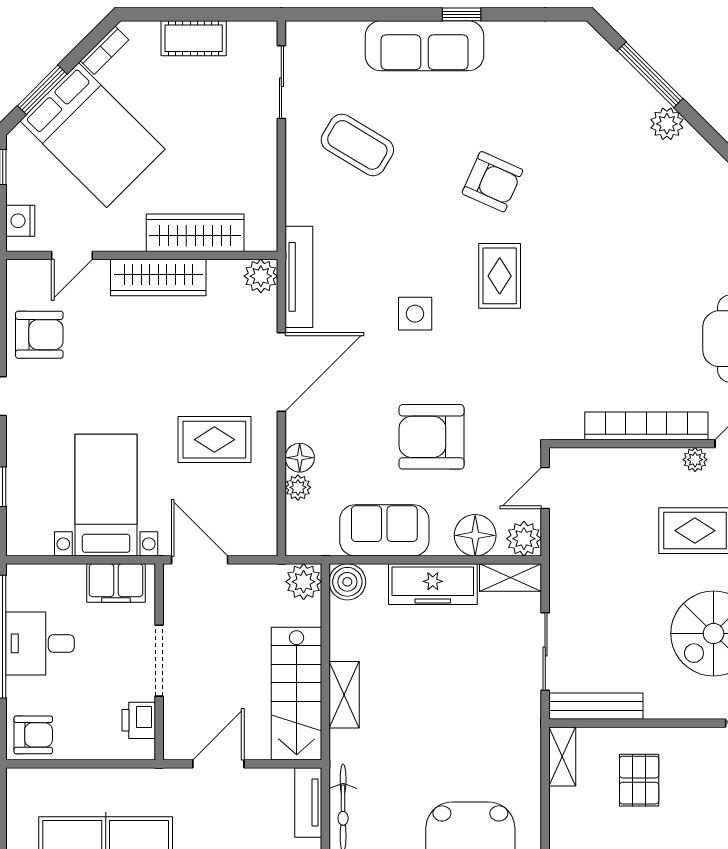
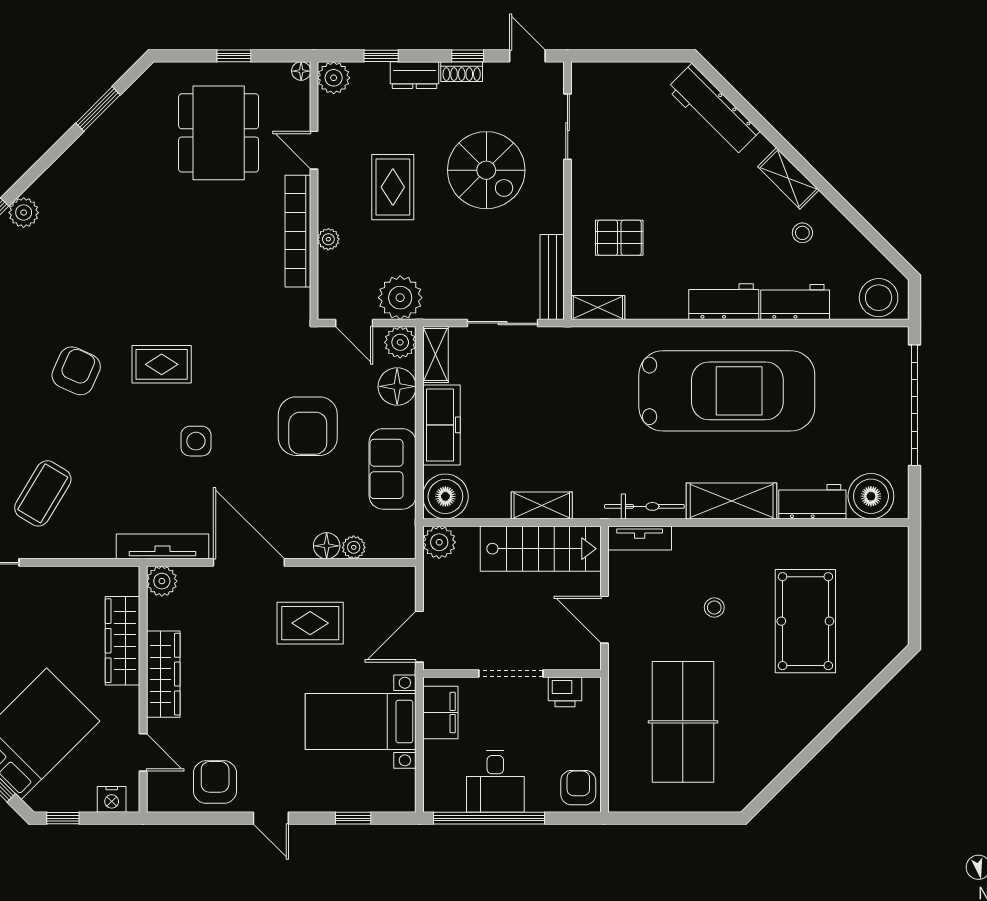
rug: (214, 440) -> (310, 623), turned 90
plant: (695, 460) -> (328, 239), moved
plant: (573, 539) -> (400, 298), added
boiler: (347, 582) -> (445, 496), width x1.37, depth x1.37

